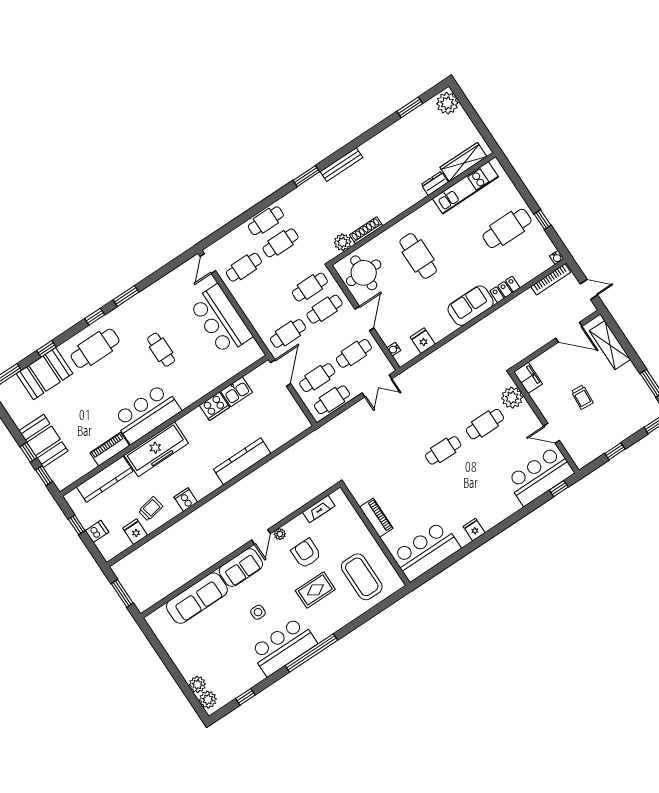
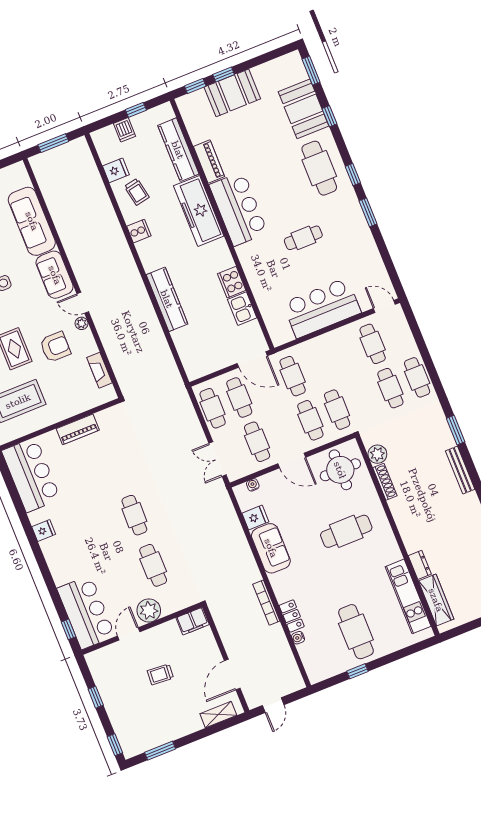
water cooler: (557, 257) -> (298, 638), moved
bookcase: (551, 279) -> (266, 603), moved
sofa: (471, 306) -> (271, 548), moved
shelving: (610, 345) -> (218, 714), width x0.67, depth x0.75
plant: (512, 398) -> (149, 610), moved

